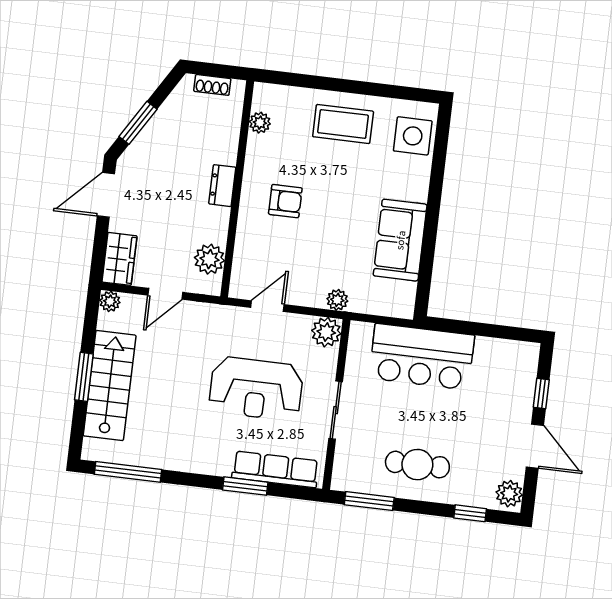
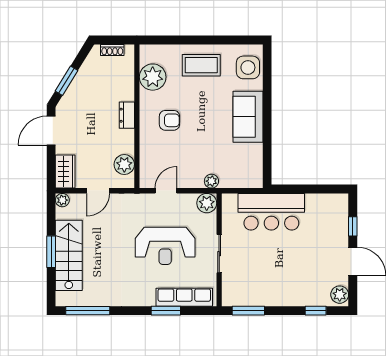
plant: (260, 123) -> (153, 77), width x1.88, depth x1.88
sofa: (400, 240) -> (248, 117), moved
cafe table: (417, 465) -> (277, 283), removed

